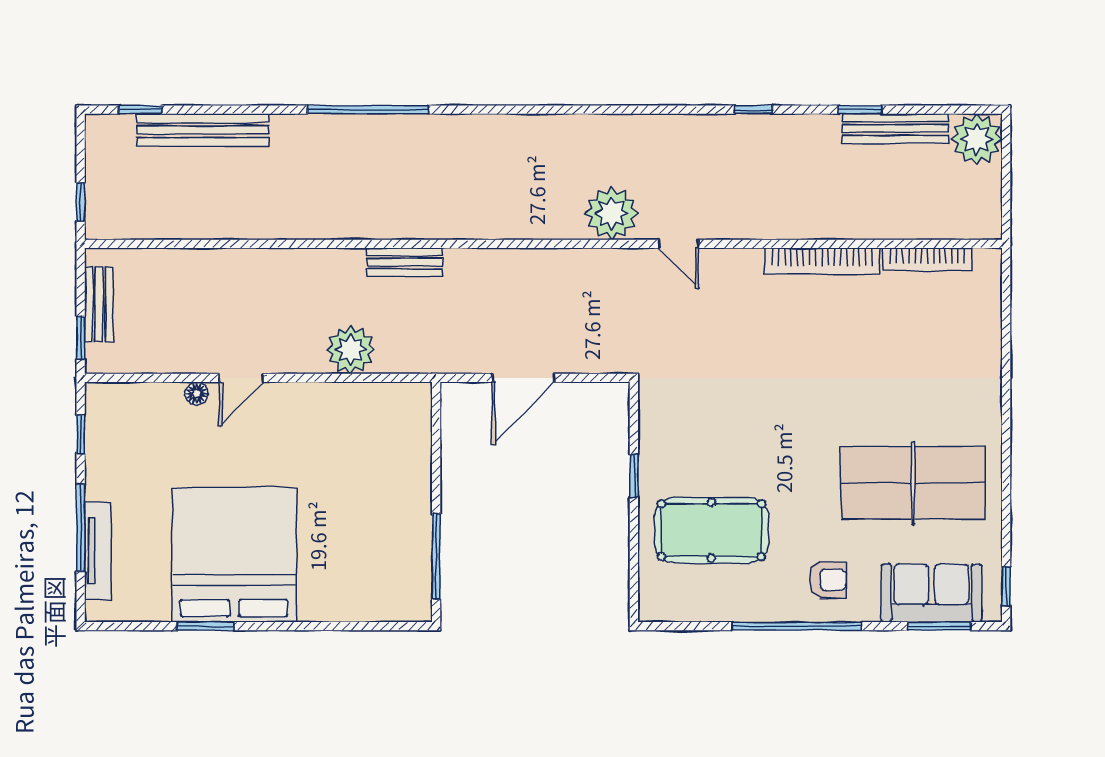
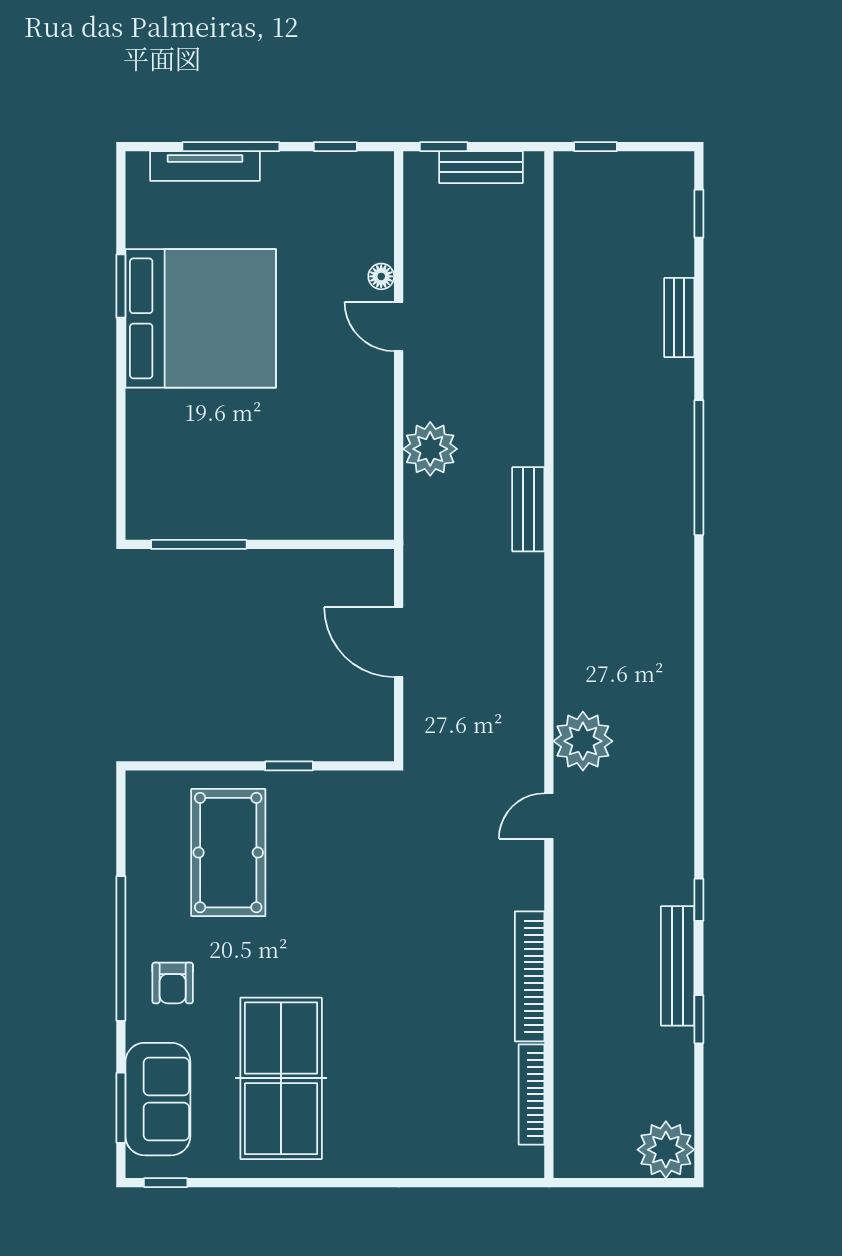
bench: (895, 129) -> (678, 966), moved
bench: (203, 130) -> (679, 318), width x0.54, depth x0.82

